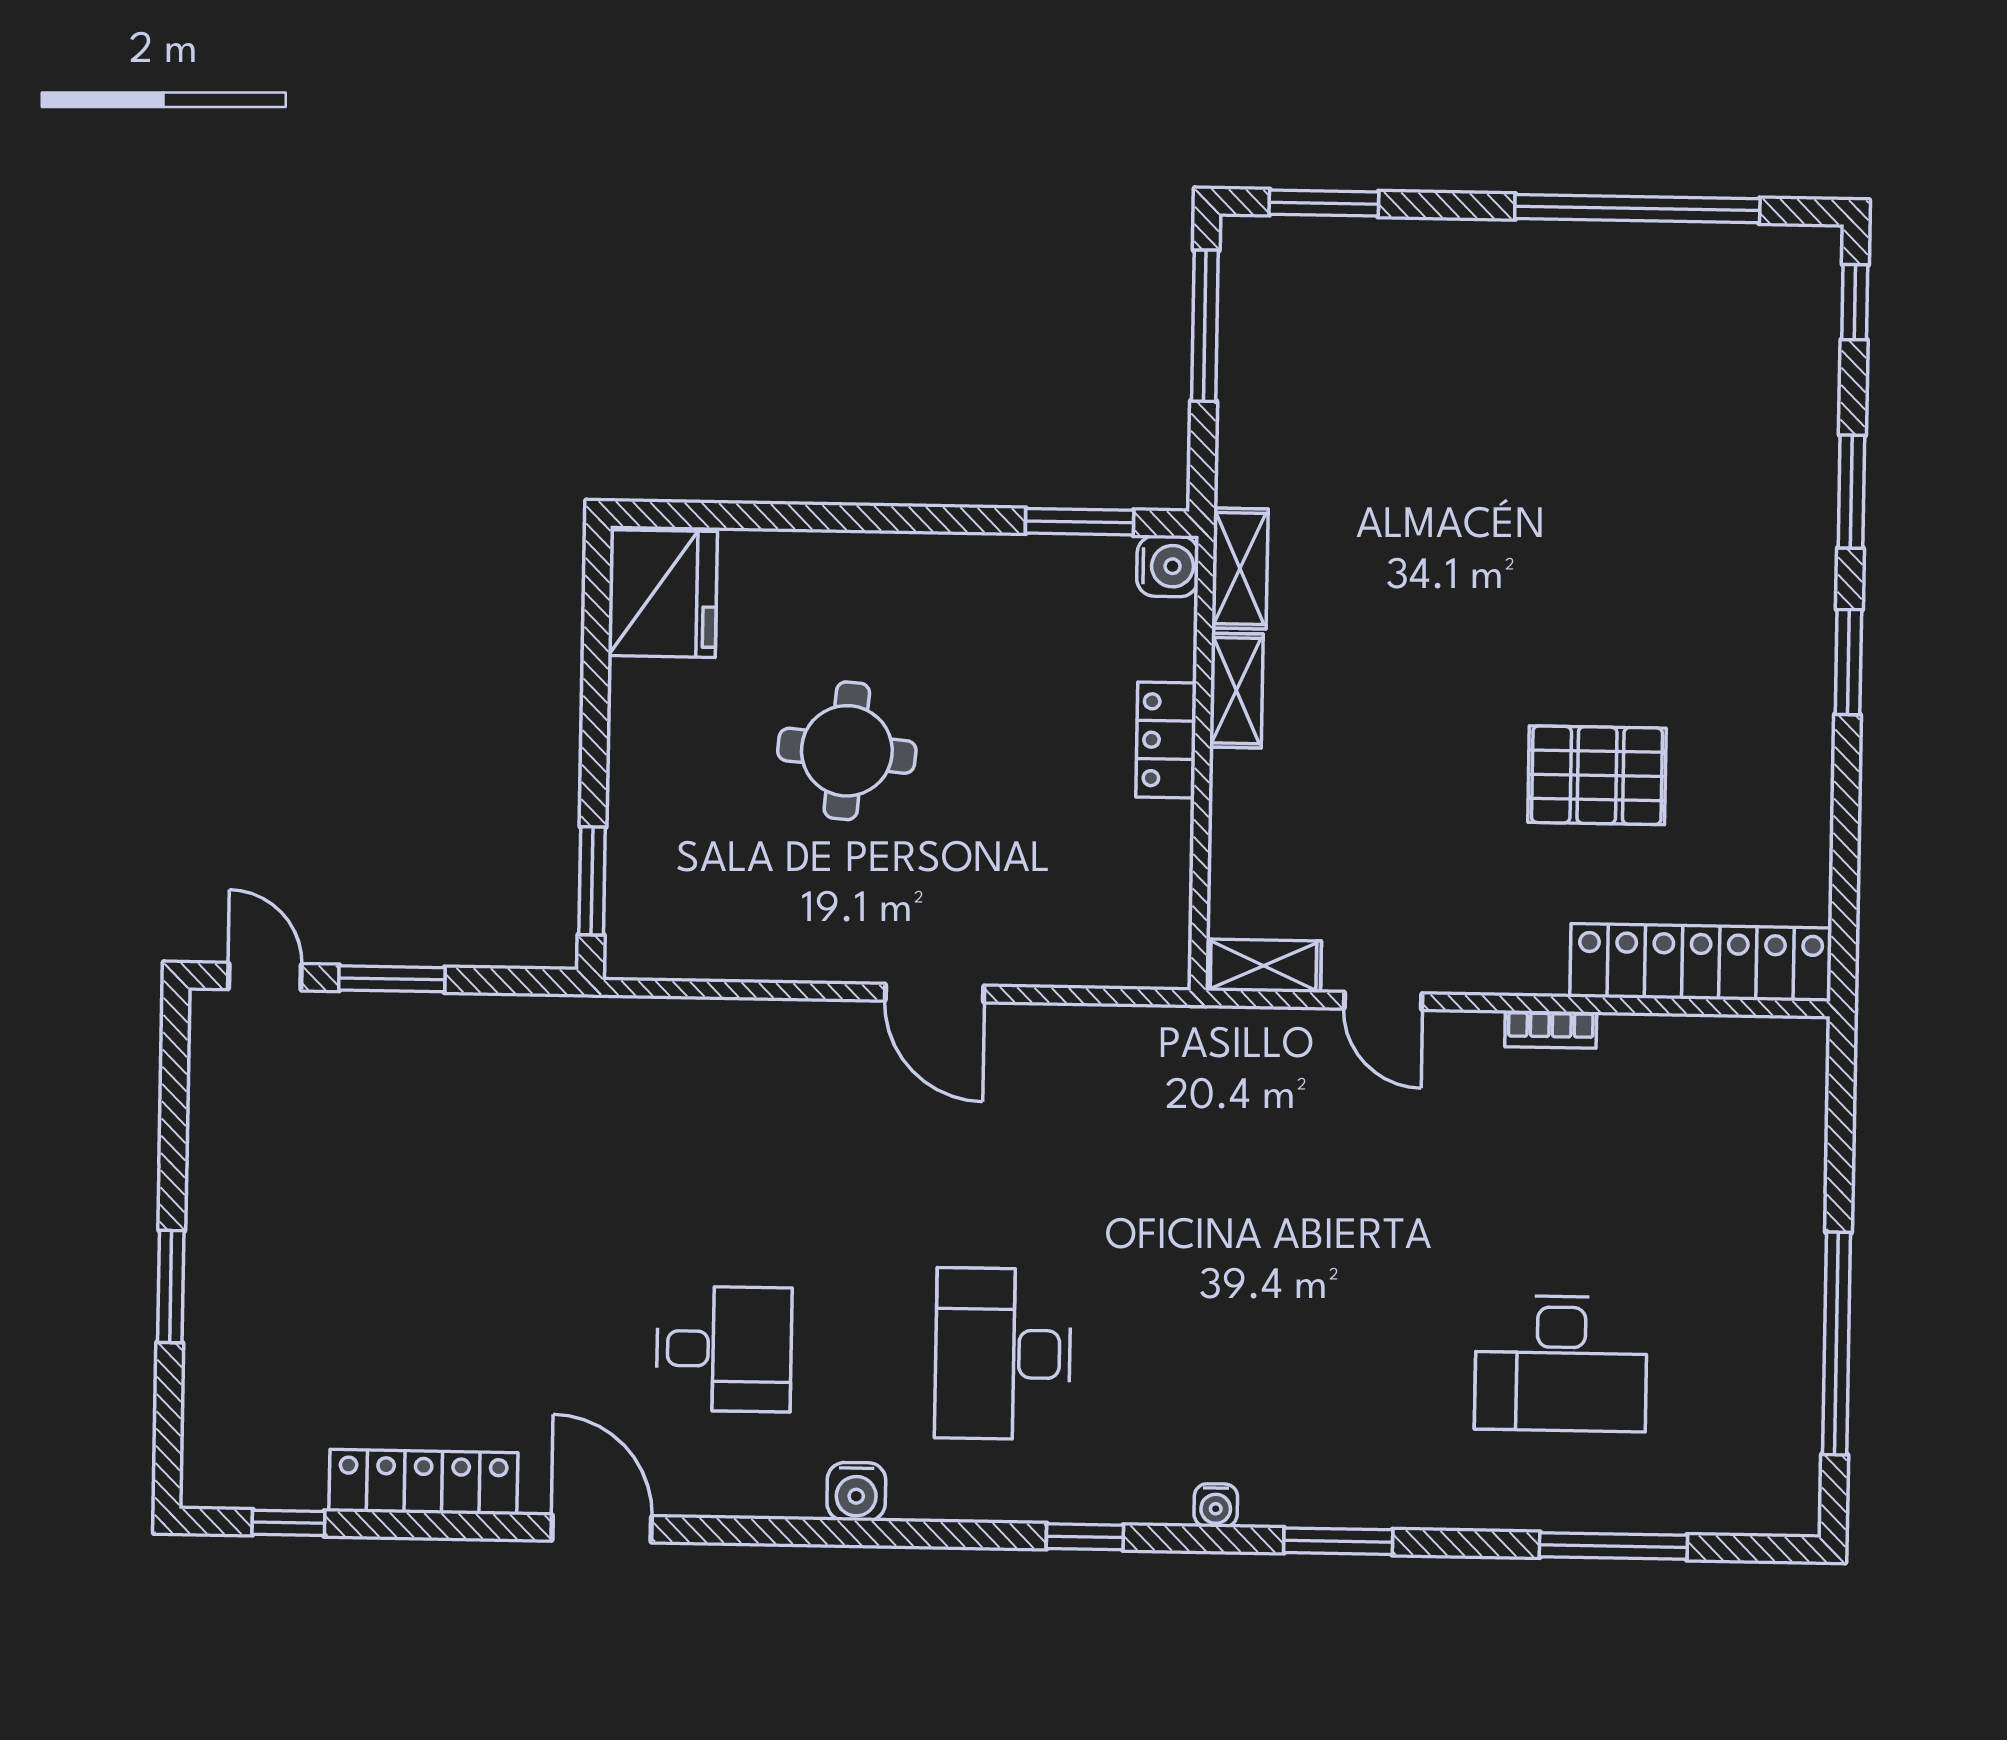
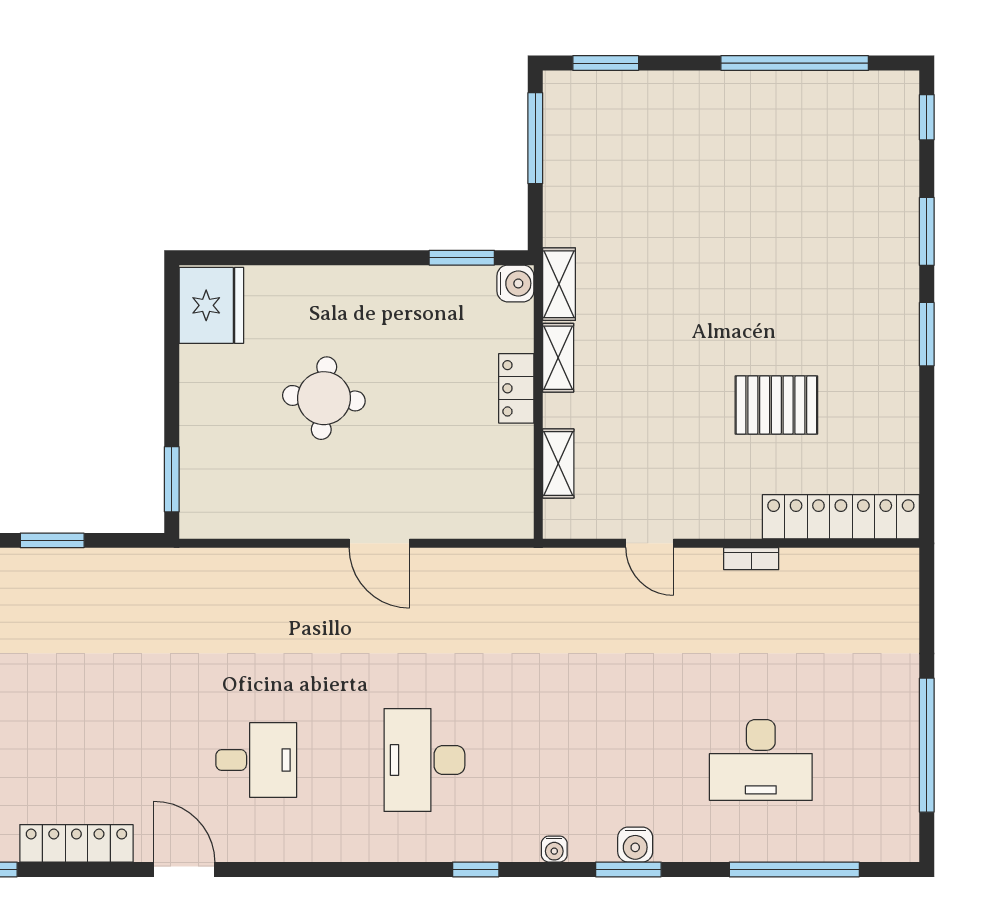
shelving: (1263, 966) -> (558, 463), moved, turned 90
water cooler: (856, 1492) -> (635, 845), moved
window: (1613, 1546) -> (794, 869), width x1.46

